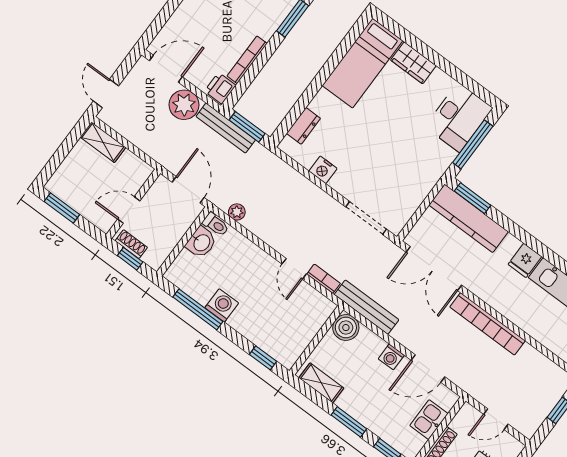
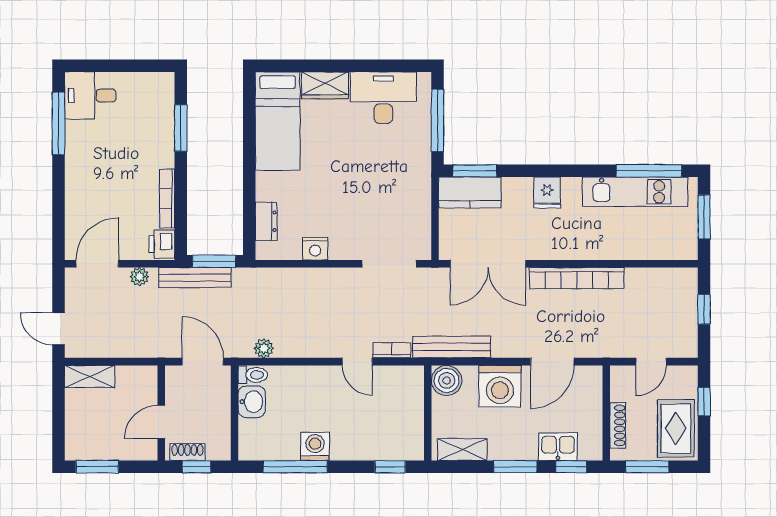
plant: (184, 105) -> (139, 277), width x0.53, depth x0.53
desk: (459, 117) -> (383, 98), moved, turned -90
kitchen counter: (469, 218) -> (470, 192), width x0.67
fridge: (525, 260) -> (547, 193), moved
washing machine: (391, 357) -> (500, 386), width x1.89, depth x1.89
kitchen sink: (429, 420) -> (558, 447), moved, turned 90

